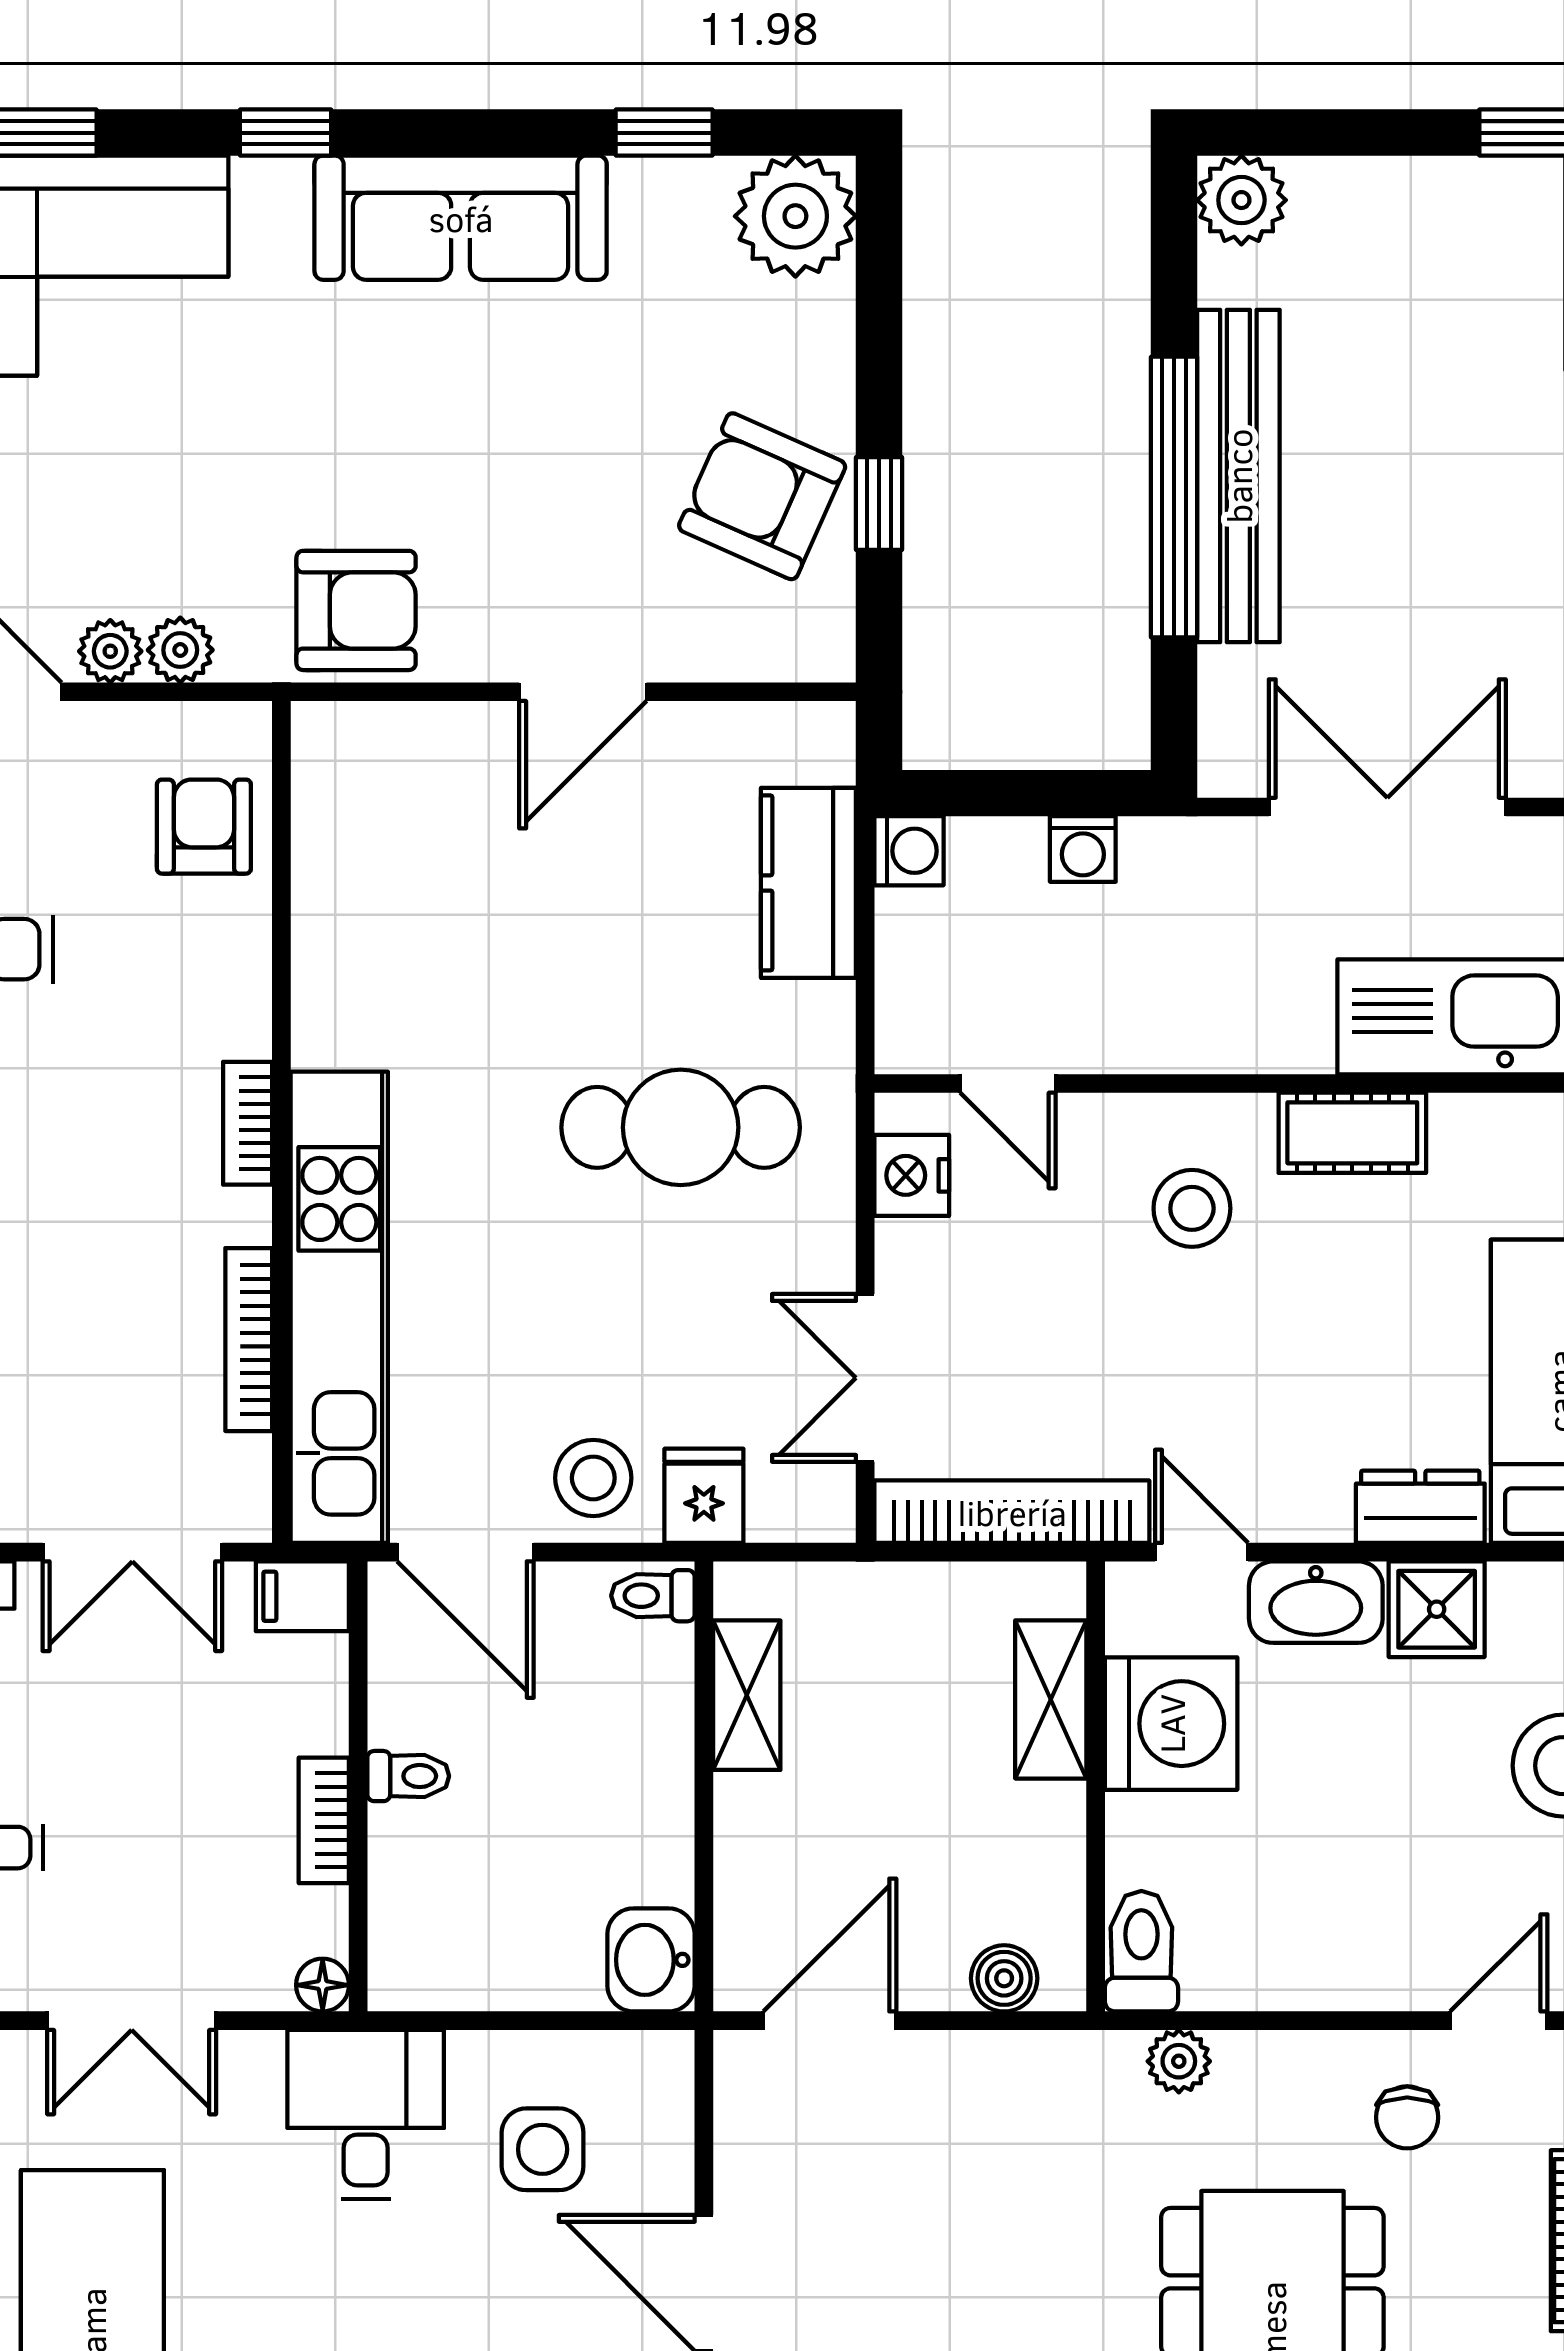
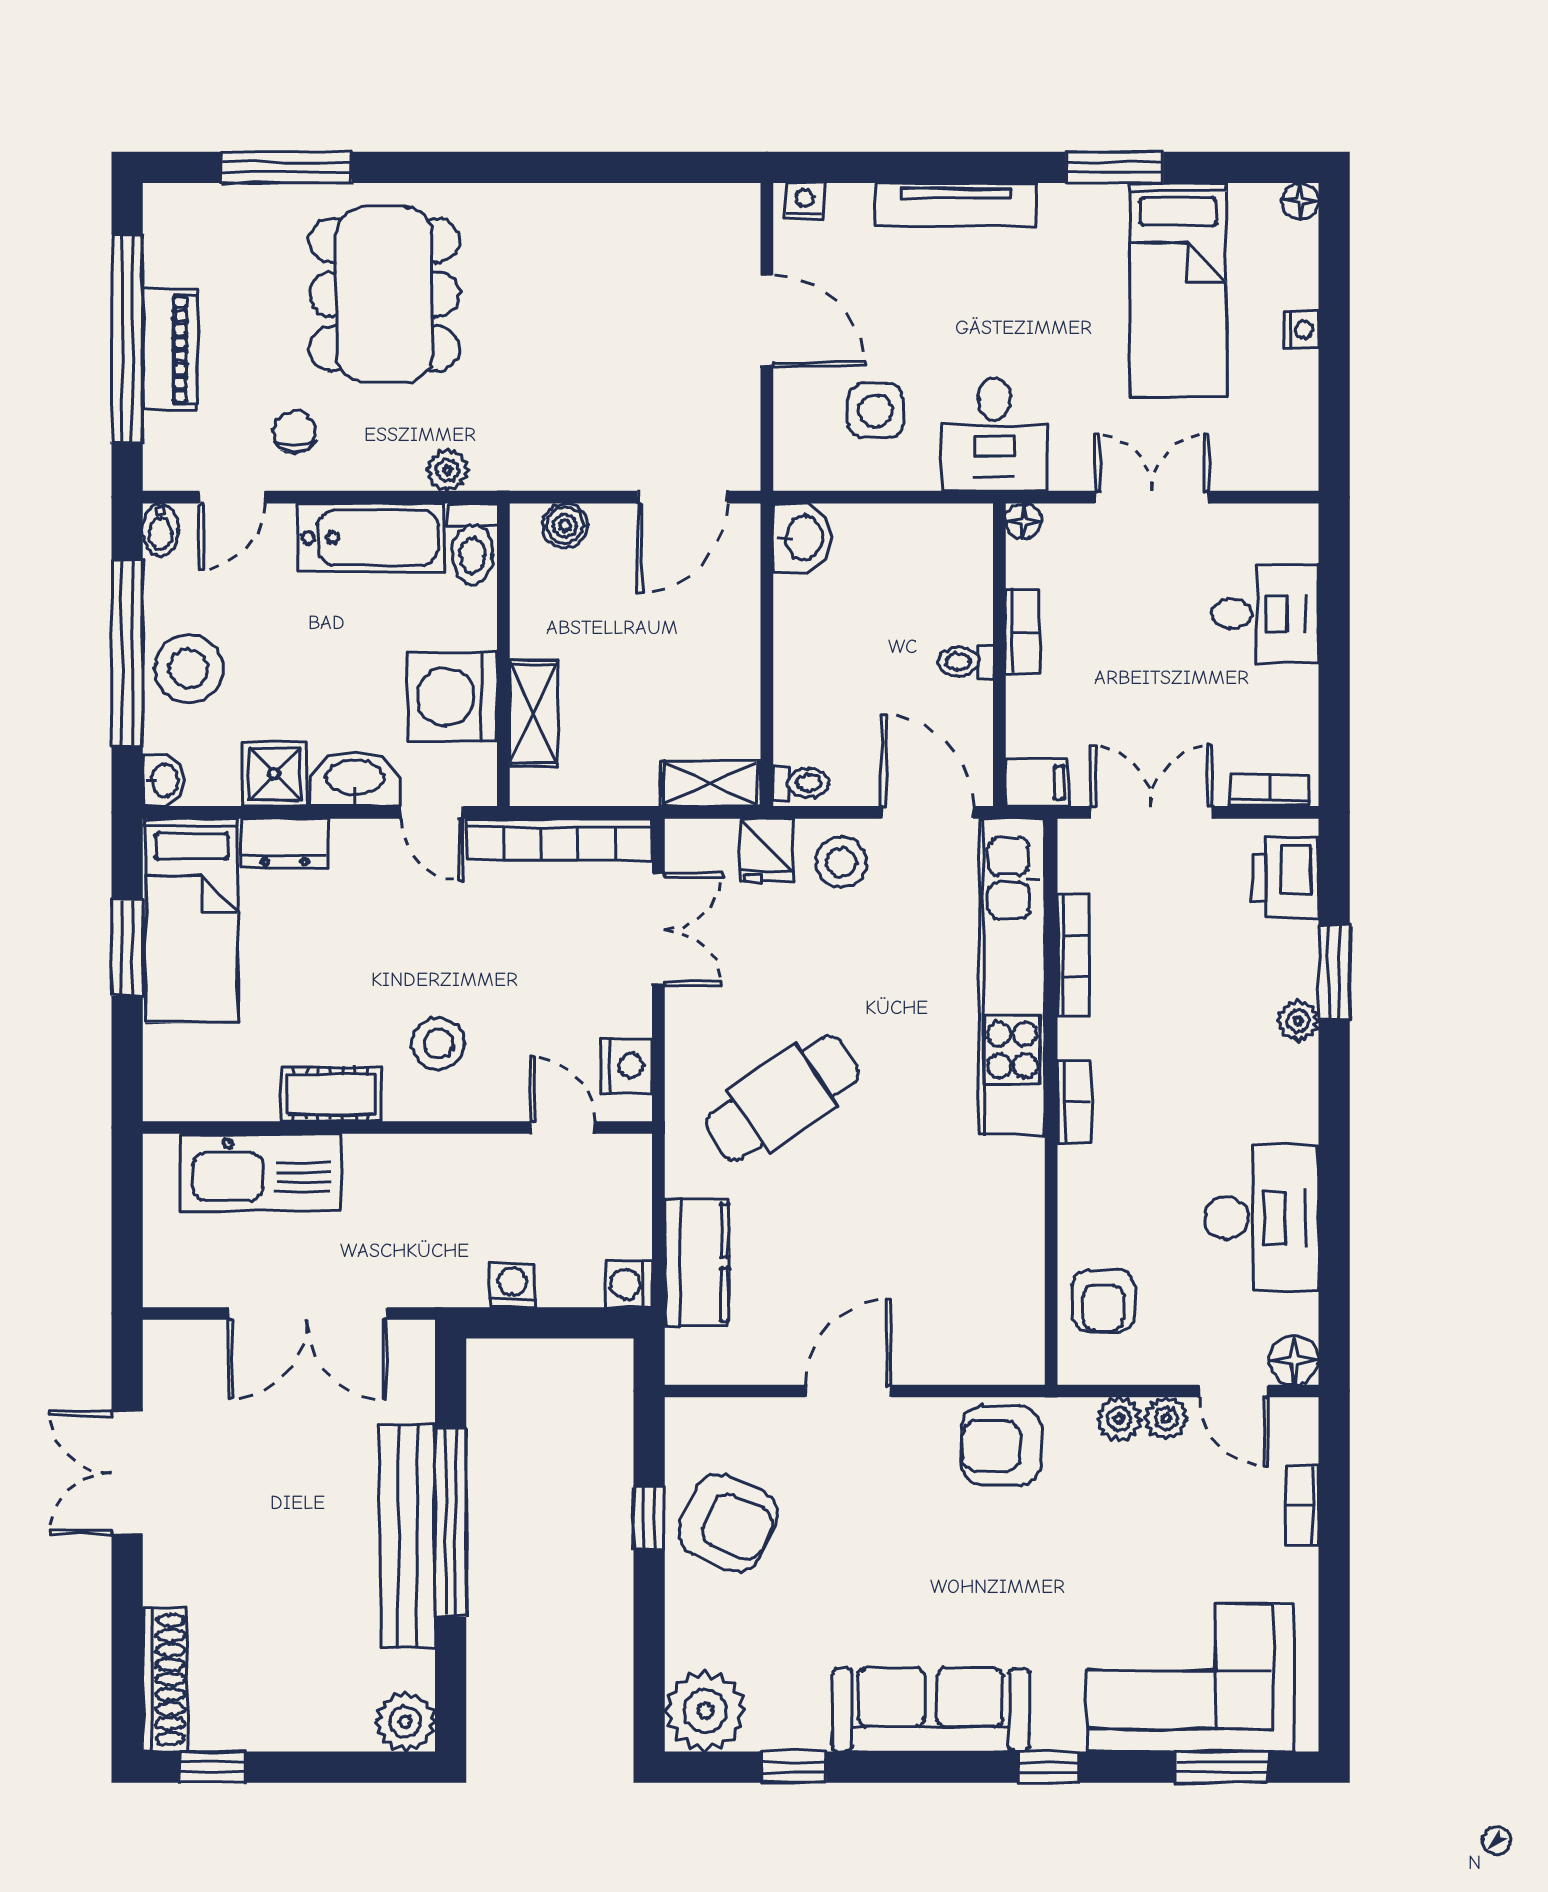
cafe table: (681, 1127) -> (783, 1098), turned -34
shelving: (747, 1695) -> (710, 783), moved, turned 90
bathtub: (1293, 1960) -> (371, 538), added

